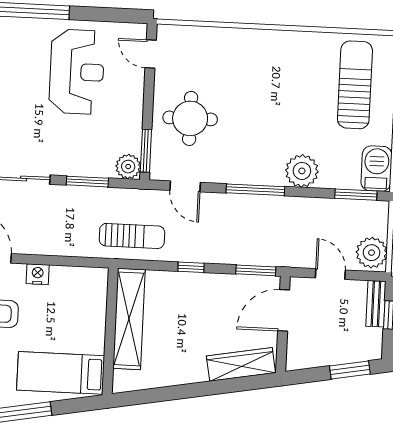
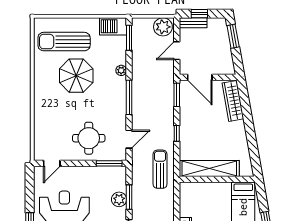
parasol: (296, 102) -> (76, 76), added
plant: (128, 167) -> (119, 199), moved
plant: (302, 171) -> (121, 70), width x0.53, depth x0.53

